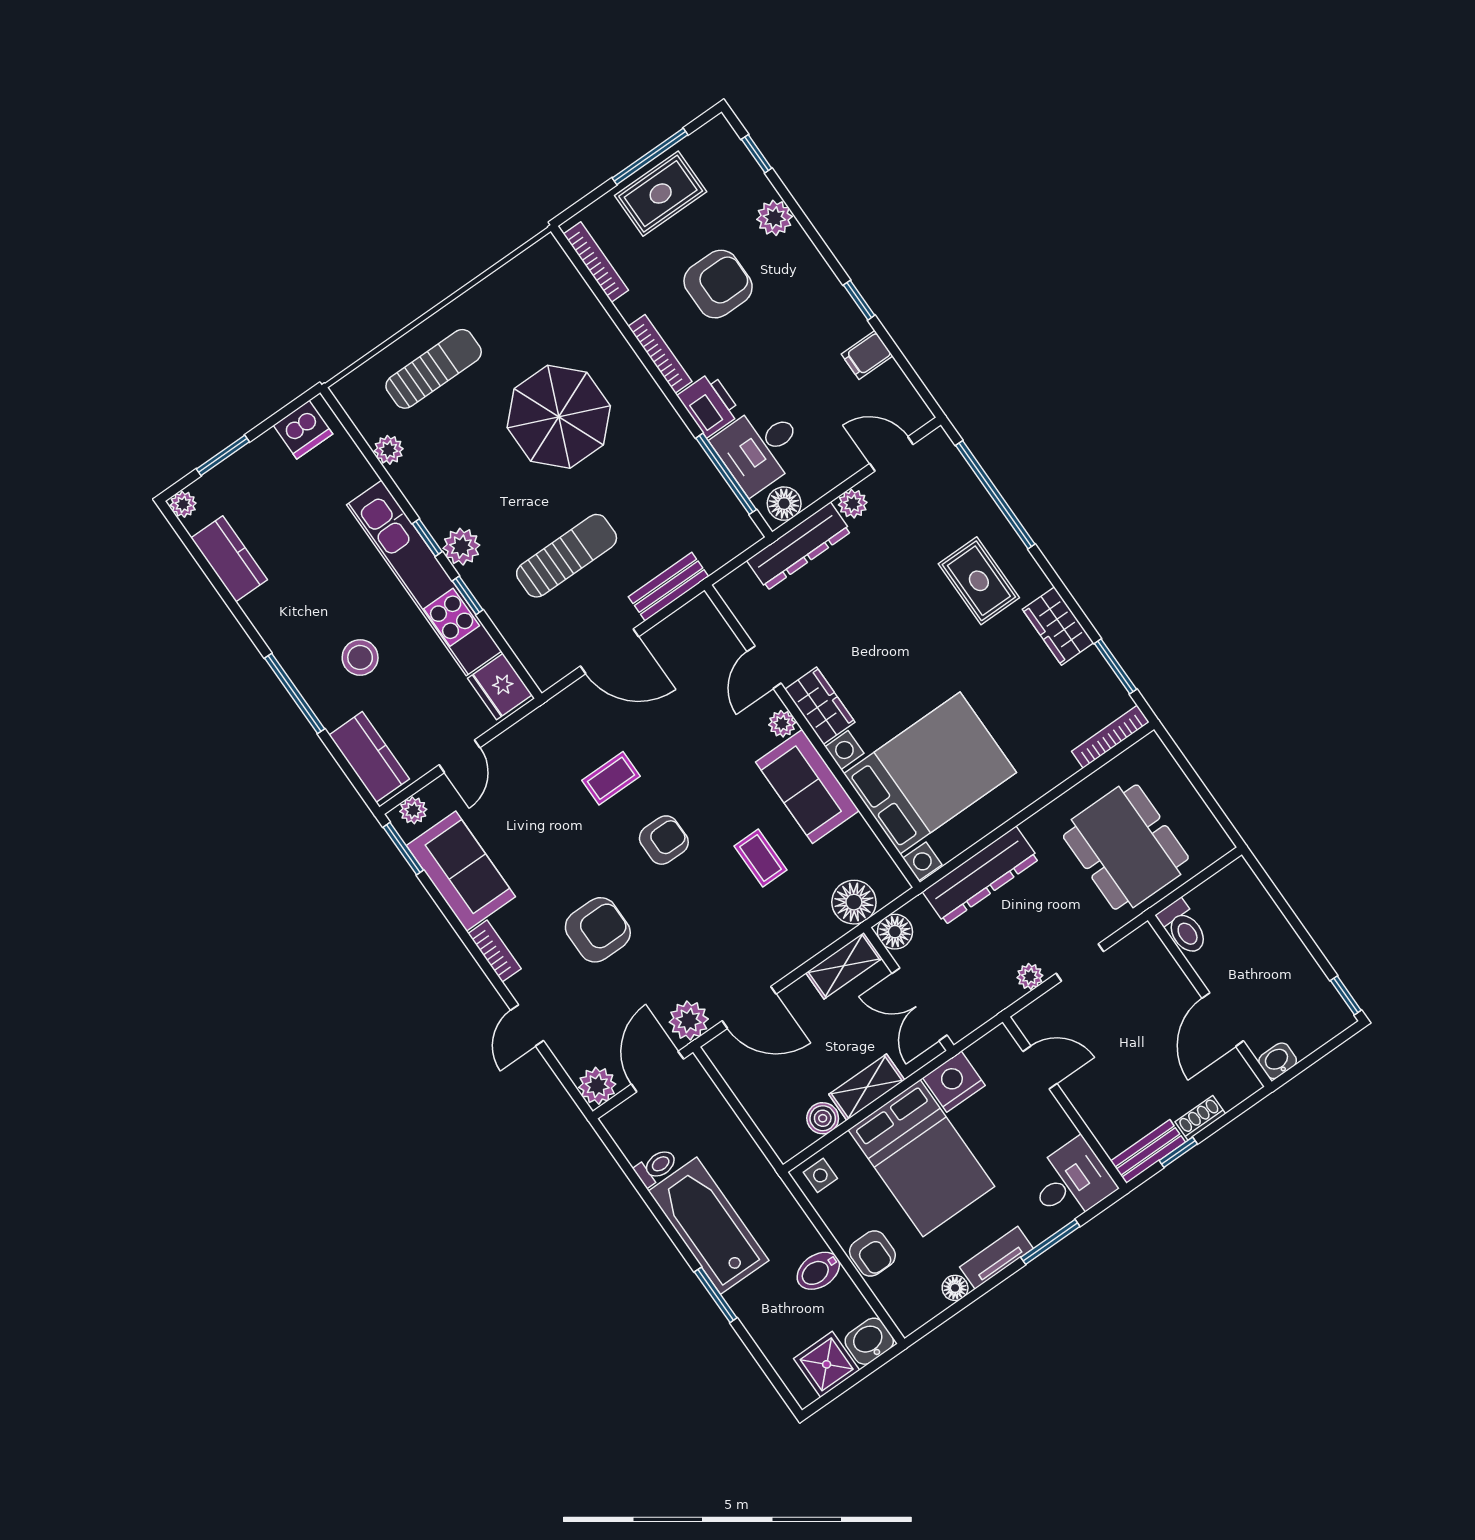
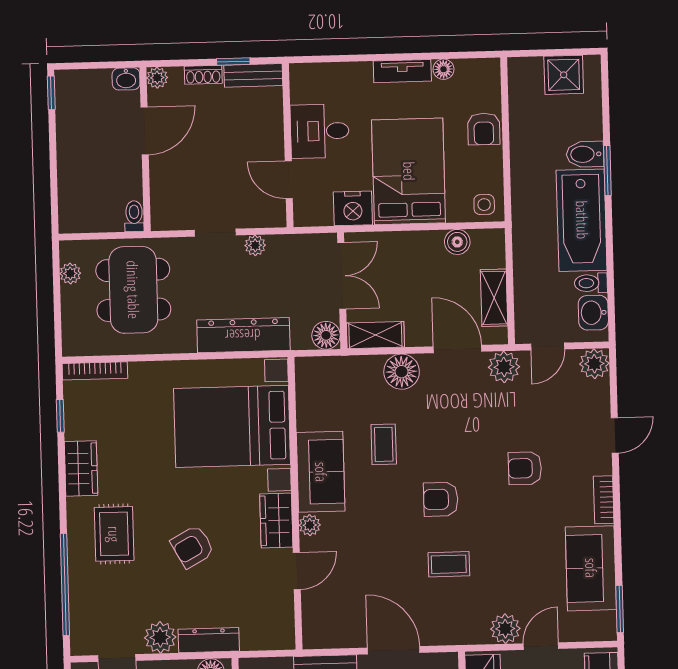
plant: (853, 504) -> (160, 637), width x1.38, depth x1.38
dresser: (799, 546) -> (209, 640), width x0.73, depth x0.80
armchair: (889, 621) -> (192, 547), added
window: (1115, 666) -> (60, 416), width x0.67
plant: (413, 810) -> (505, 629), moved, width x1.38, depth x1.38
plant: (1202, 821) -> (70, 273), added
floor lamp: (854, 902) -> (402, 372), moved
toilet: (1183, 928) -> (134, 216), width x0.73, depth x0.72
armchair: (598, 930) -> (525, 468), width x0.72, depth x0.72
door: (657, 1072) -> (548, 347), width x0.73
plant: (1246, 1083) -> (157, 78), added
shelving: (867, 1087) -> (494, 298), moved, turned 90
desk: (1071, 1182) -> (320, 131), moved
window: (1050, 1242) -> (359, 58), removed
armchair: (872, 1253) -> (484, 129), turned 180
bidet: (818, 1271) -> (585, 154), moved, turned 180
washbasin: (869, 1341) -> (593, 313), moved, turned 90

